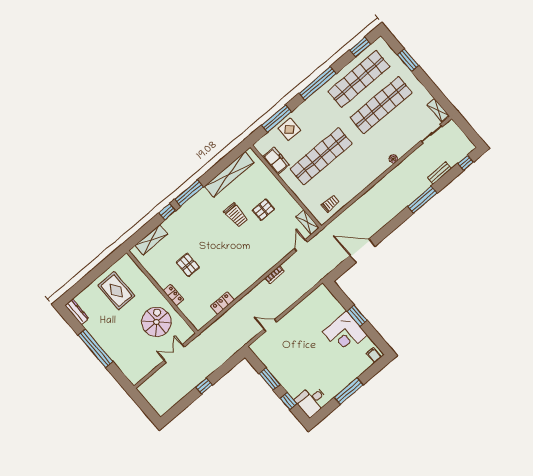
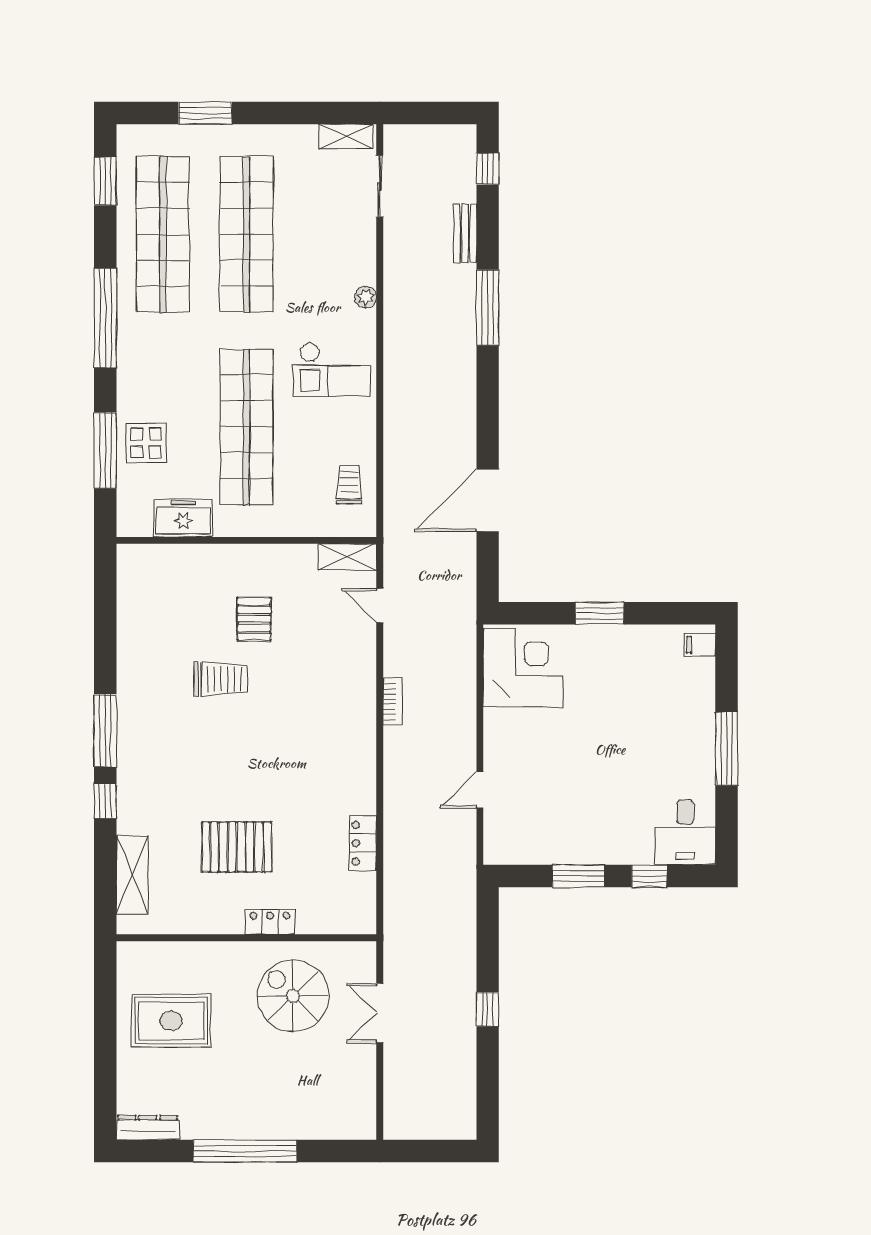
checkout: (362, 168) -> (332, 370), added
shelving: (229, 174) -> (134, 626), removed
pallet: (188, 265) -> (237, 847), width x1.50, depth x1.42
corner desk: (345, 333) -> (523, 667), moved, turned -90

